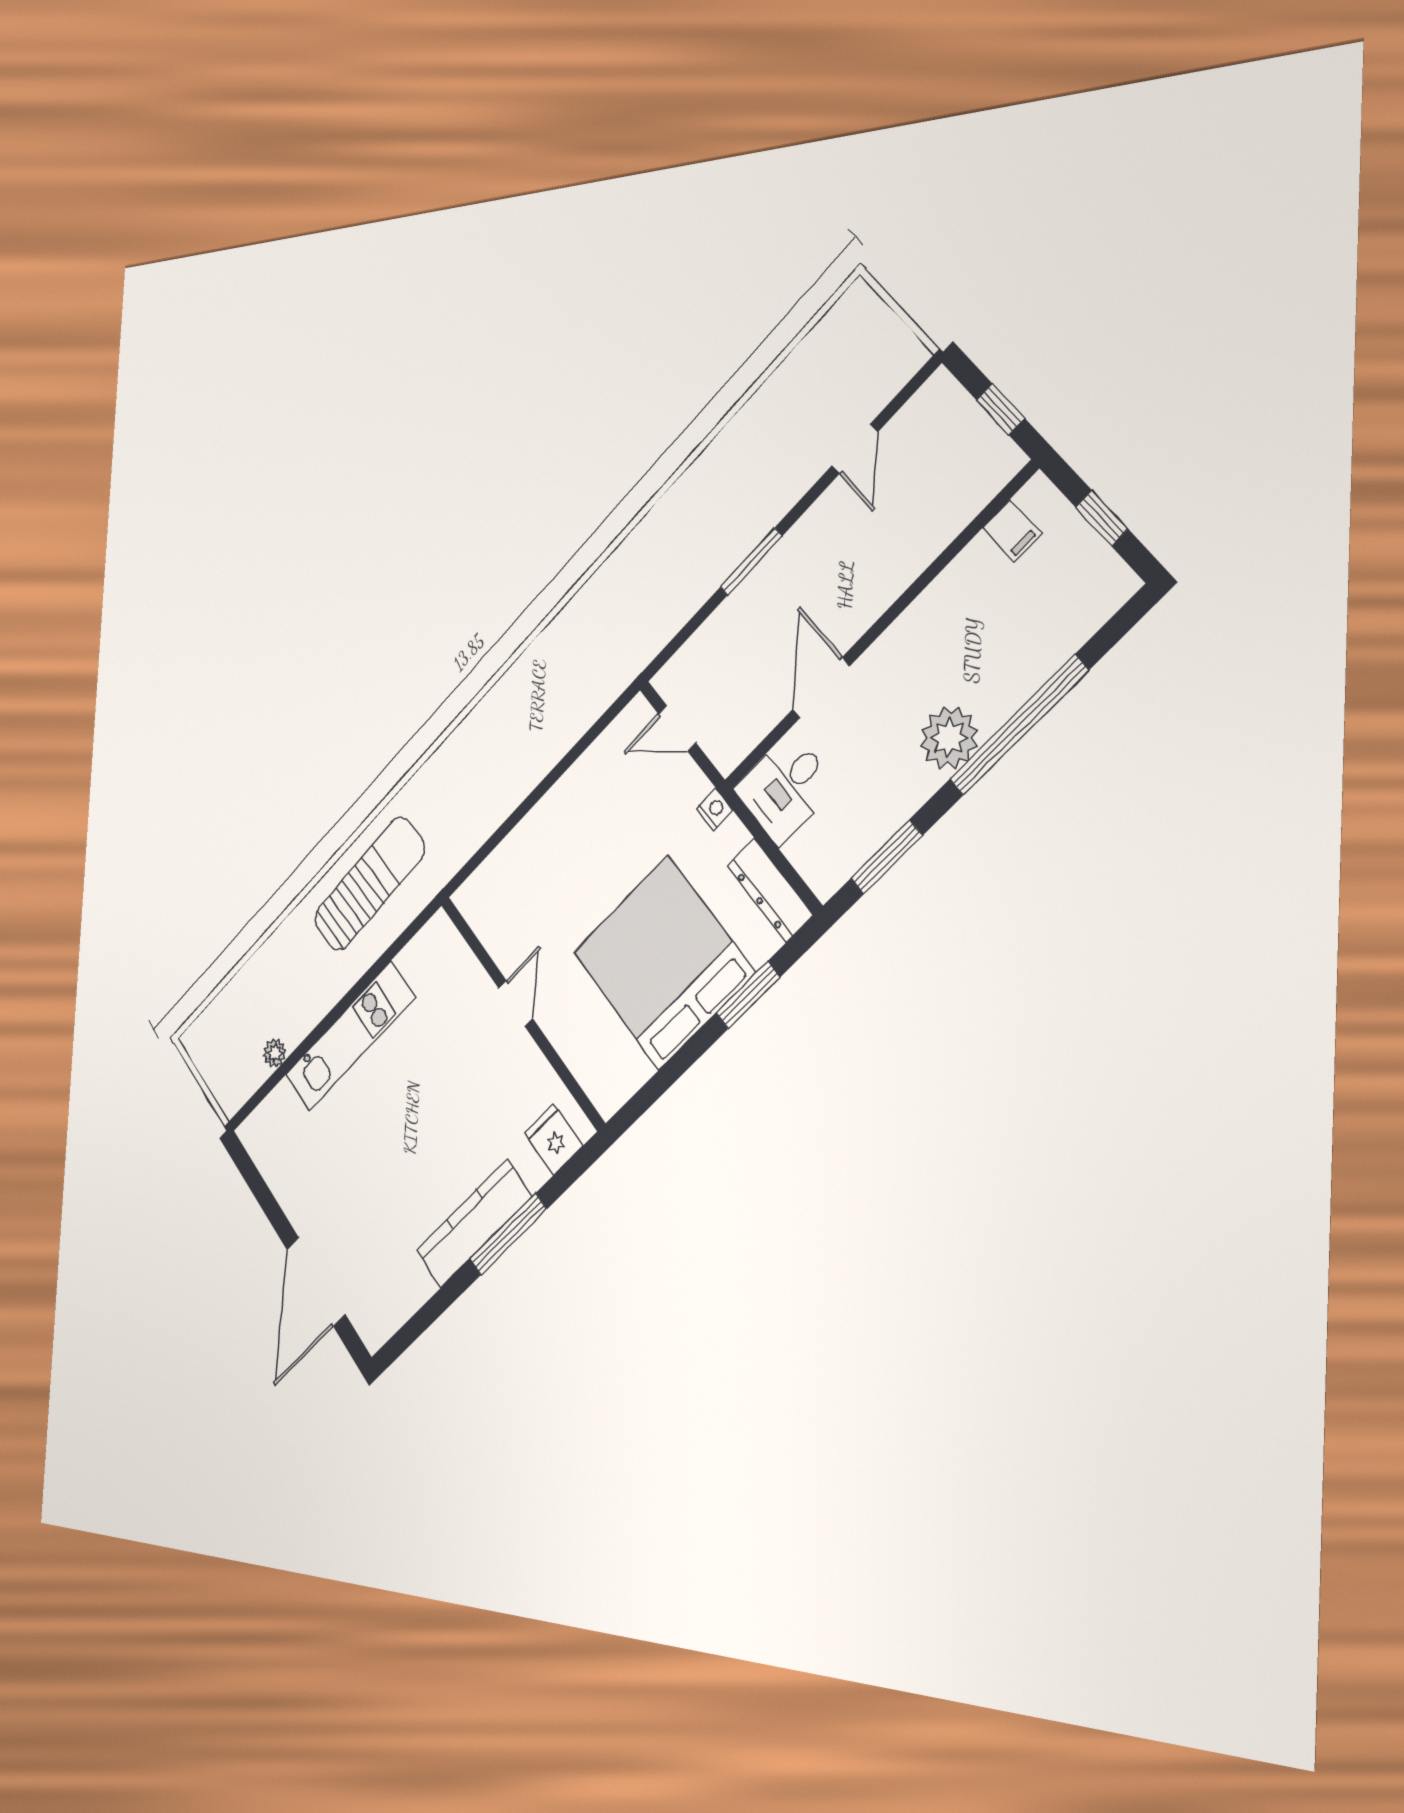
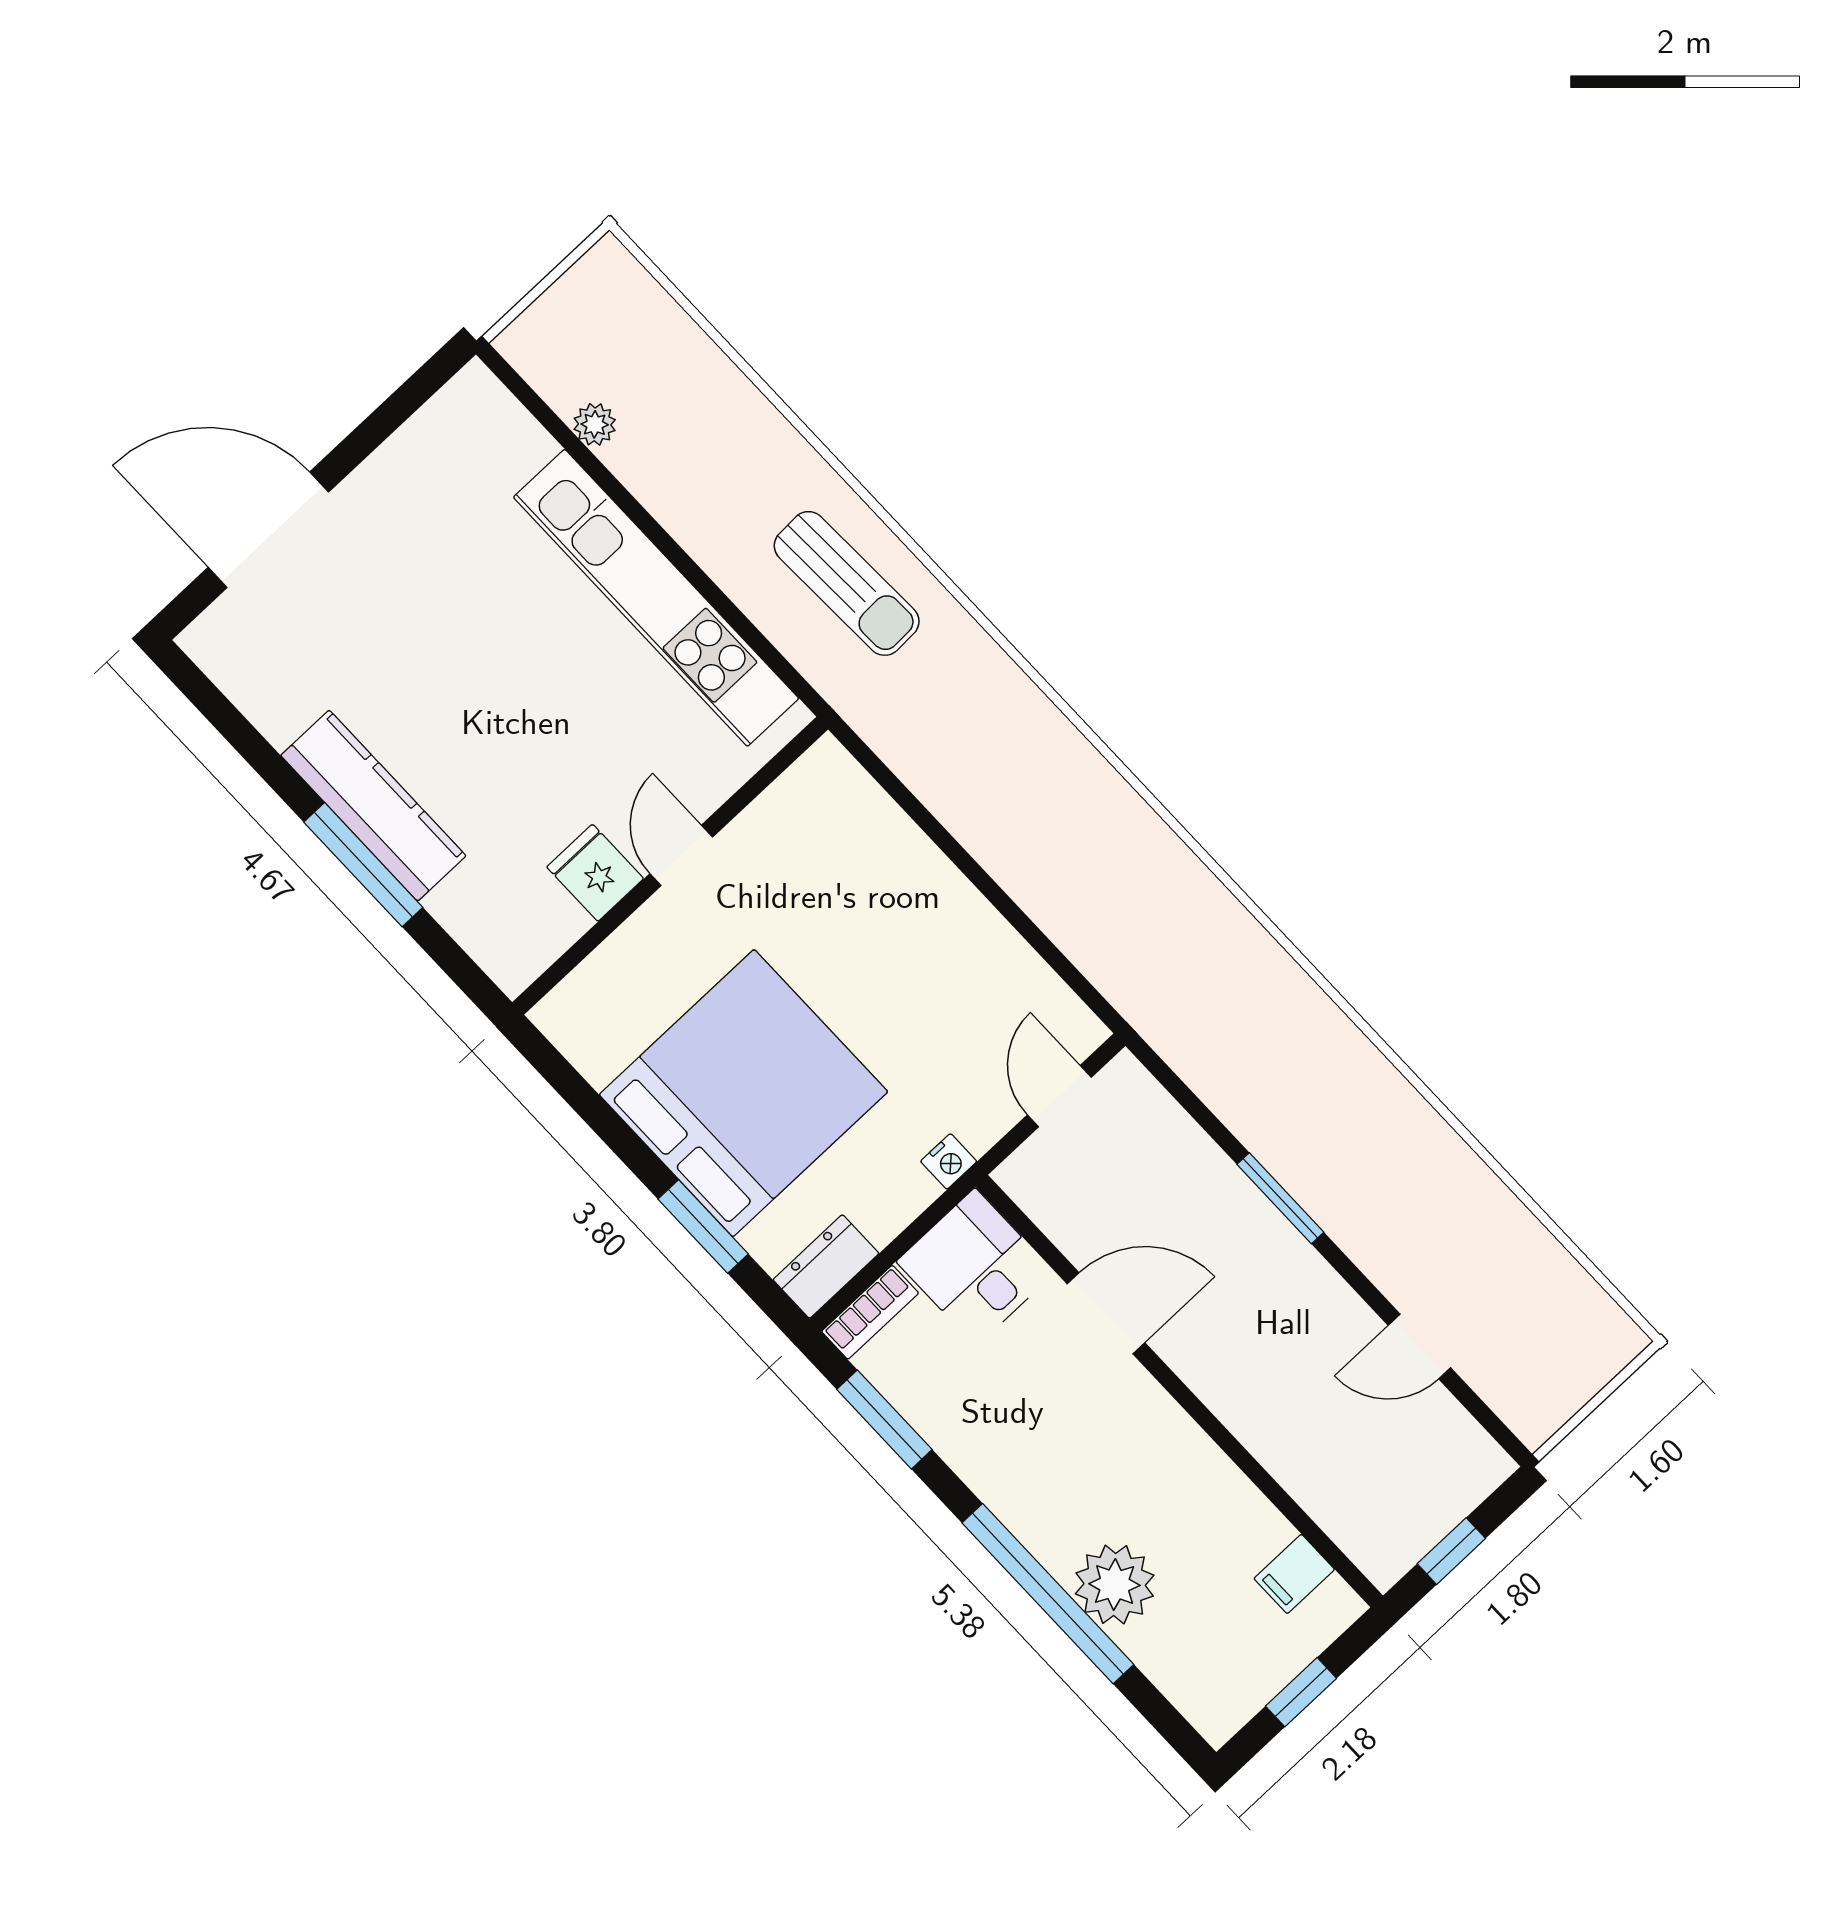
plant: (949, 738) -> (1115, 1585), moved
bookcase: (812, 868) -> (870, 1312), added
sun lounger: (369, 884) -> (847, 583), width x0.73, depth x0.75
dresser: (770, 890) -> (826, 1267), width x0.70
door: (516, 1003) -> (681, 855), swing flipped
kitchen unit: (350, 1036) -> (656, 598), width x1.36
fridge: (554, 1139) -> (595, 873), moved, turned -90

